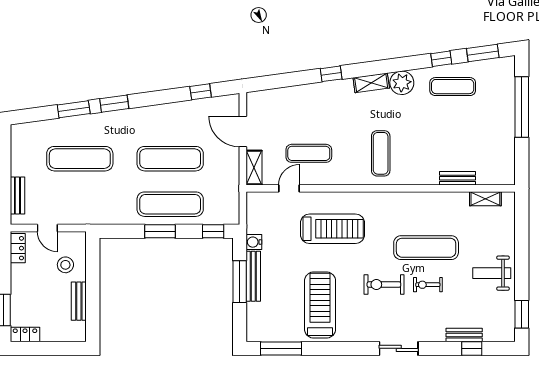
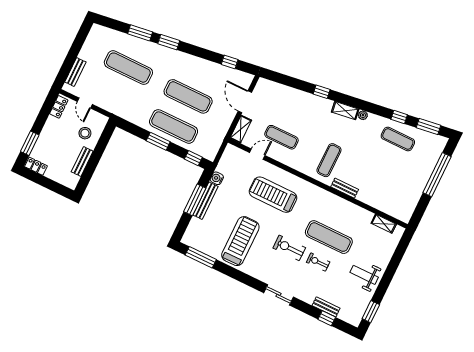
plant: (402, 83) -> (363, 115), width x0.53, depth x0.53
bench: (457, 178) -> (345, 188), moved
treadmill: (332, 229) -> (273, 195), turned 180

